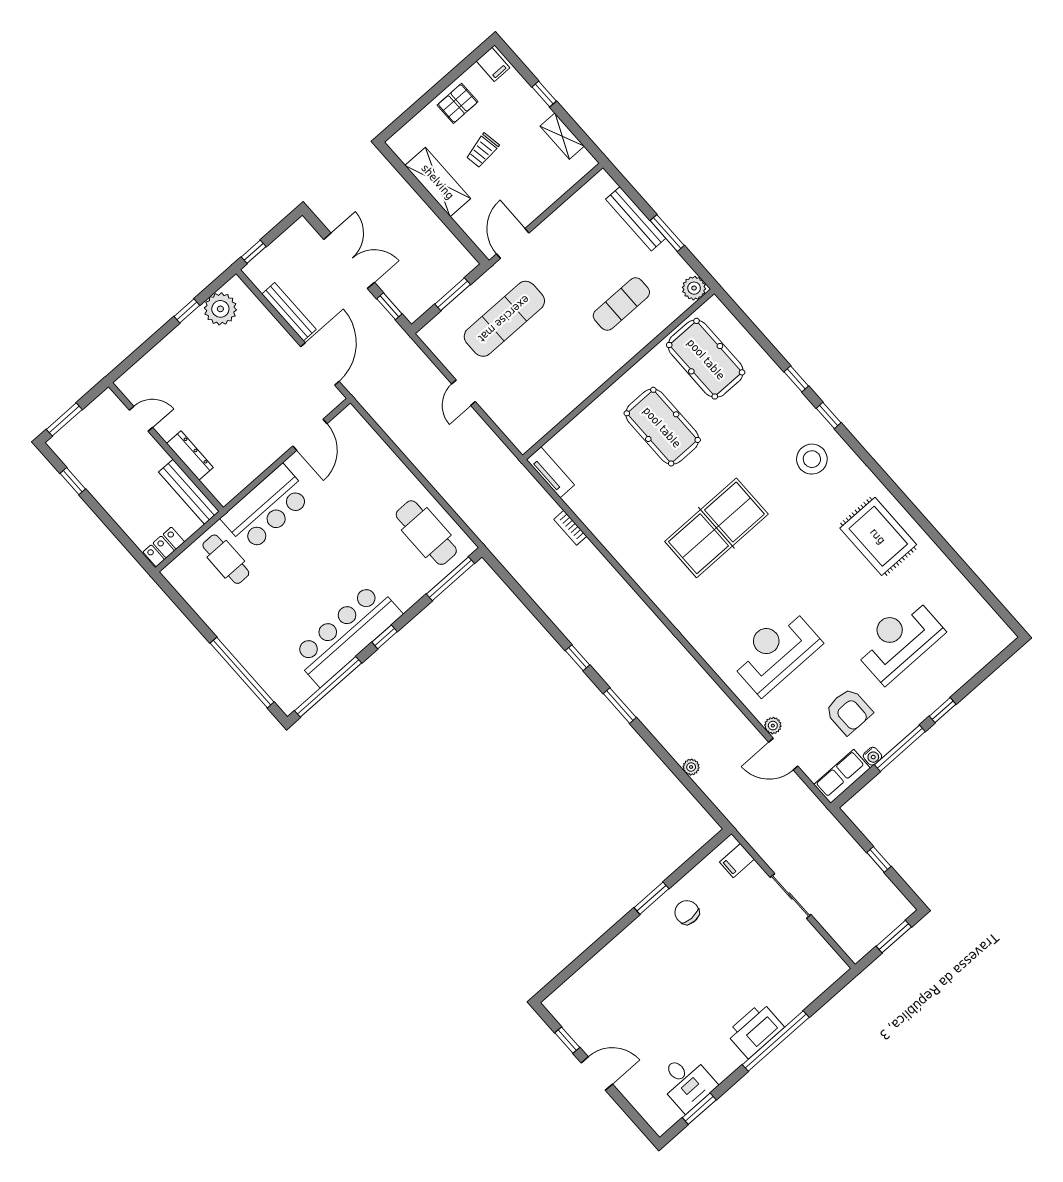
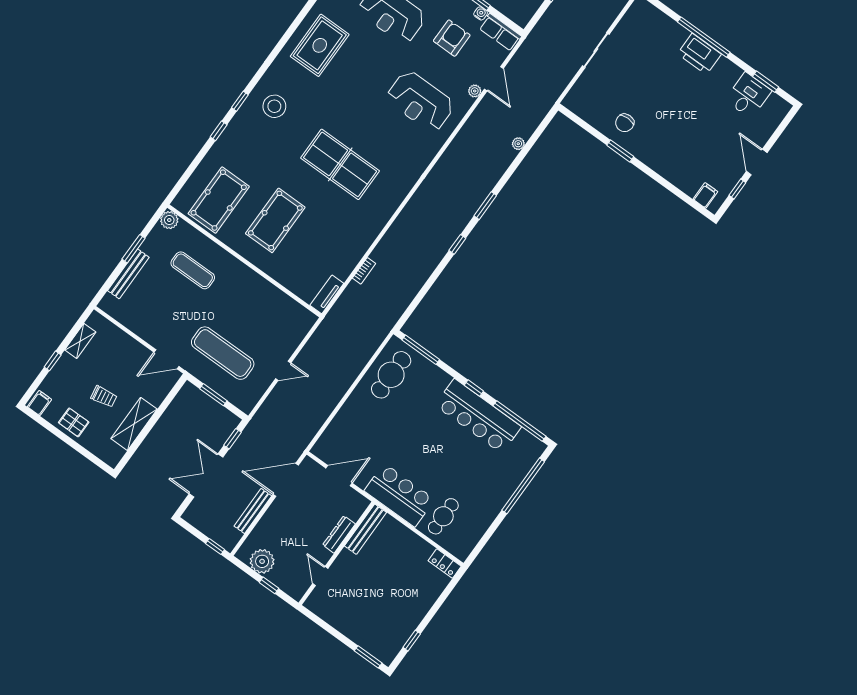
door: (141, 419) -> (320, 576), moved
wall: (166, 447) -> (337, 553), moved
dresser: (190, 456) -> (339, 534), moved
bench: (189, 492) -> (365, 529), moved
filing cabinet: (737, 861) -> (705, 195), moved, turned -90

